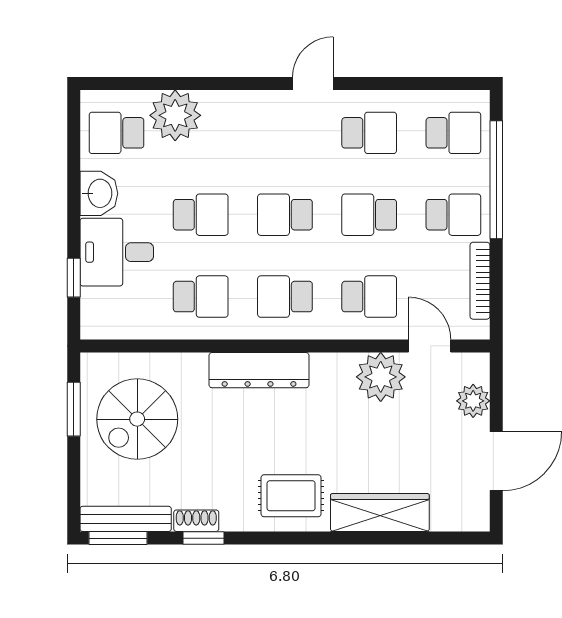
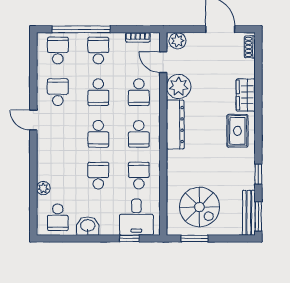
plant: (175, 115) -> (43, 188), width x0.53, depth x0.53
desk: (117, 252) -> (136, 217), moved
bookcase: (480, 281) -> (138, 37), width x0.64
school desk: (369, 297) -> (139, 92), turned 180
door: (430, 346) -> (163, 62), hinge flipped
dresser: (259, 370) -> (175, 125), moved
plant: (473, 401) -> (178, 41), moved
wardrobe: (380, 513) -> (246, 95), width x0.67
shoe rack: (196, 521) -> (250, 47), moved

